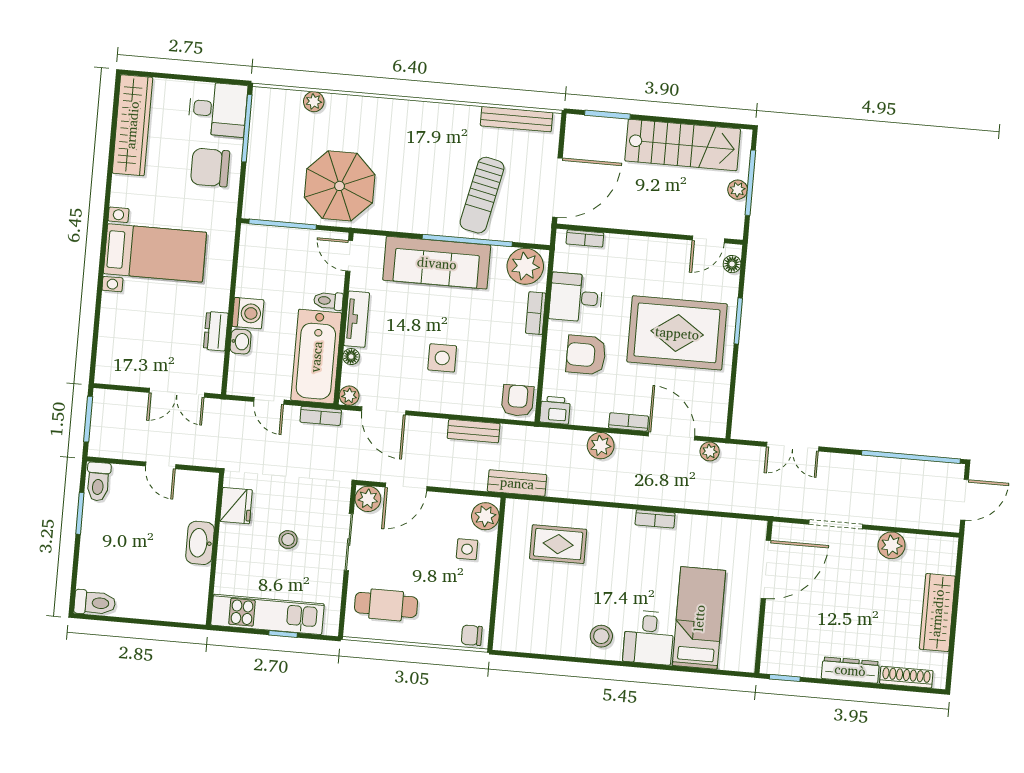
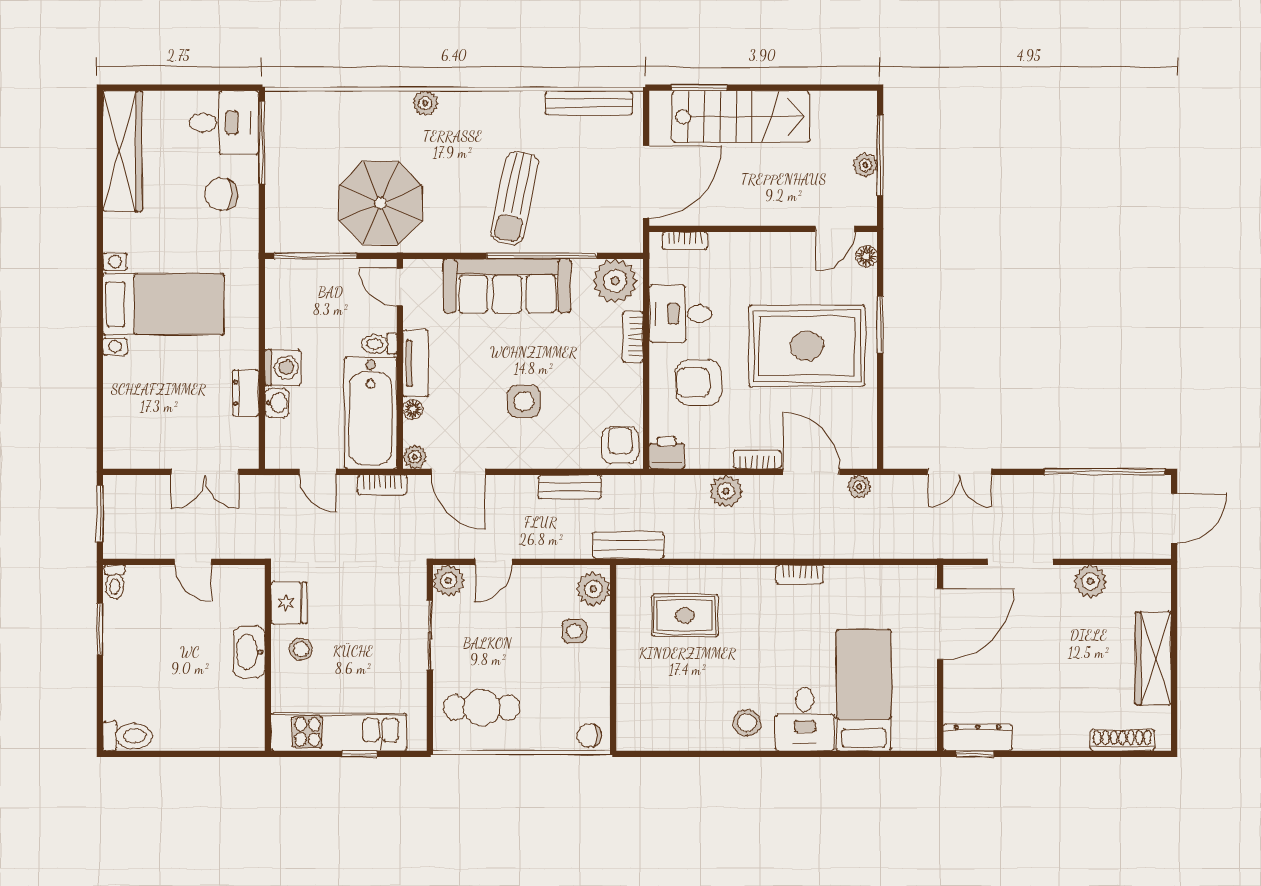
plant: (314, 102) -> (425, 103), moved
stairs: (683, 145) -> (741, 117), moved
chair: (210, 168) -> (221, 194), width x0.73, depth x0.73
sun lounger: (482, 195) -> (515, 198), moved
toilet: (98, 482) -> (115, 582), width x0.73, depth x0.72
door: (406, 487) -> (494, 562), width x0.73
stool: (288, 540) -> (301, 649), moved
dresser: (850, 670) -> (978, 737), moved

